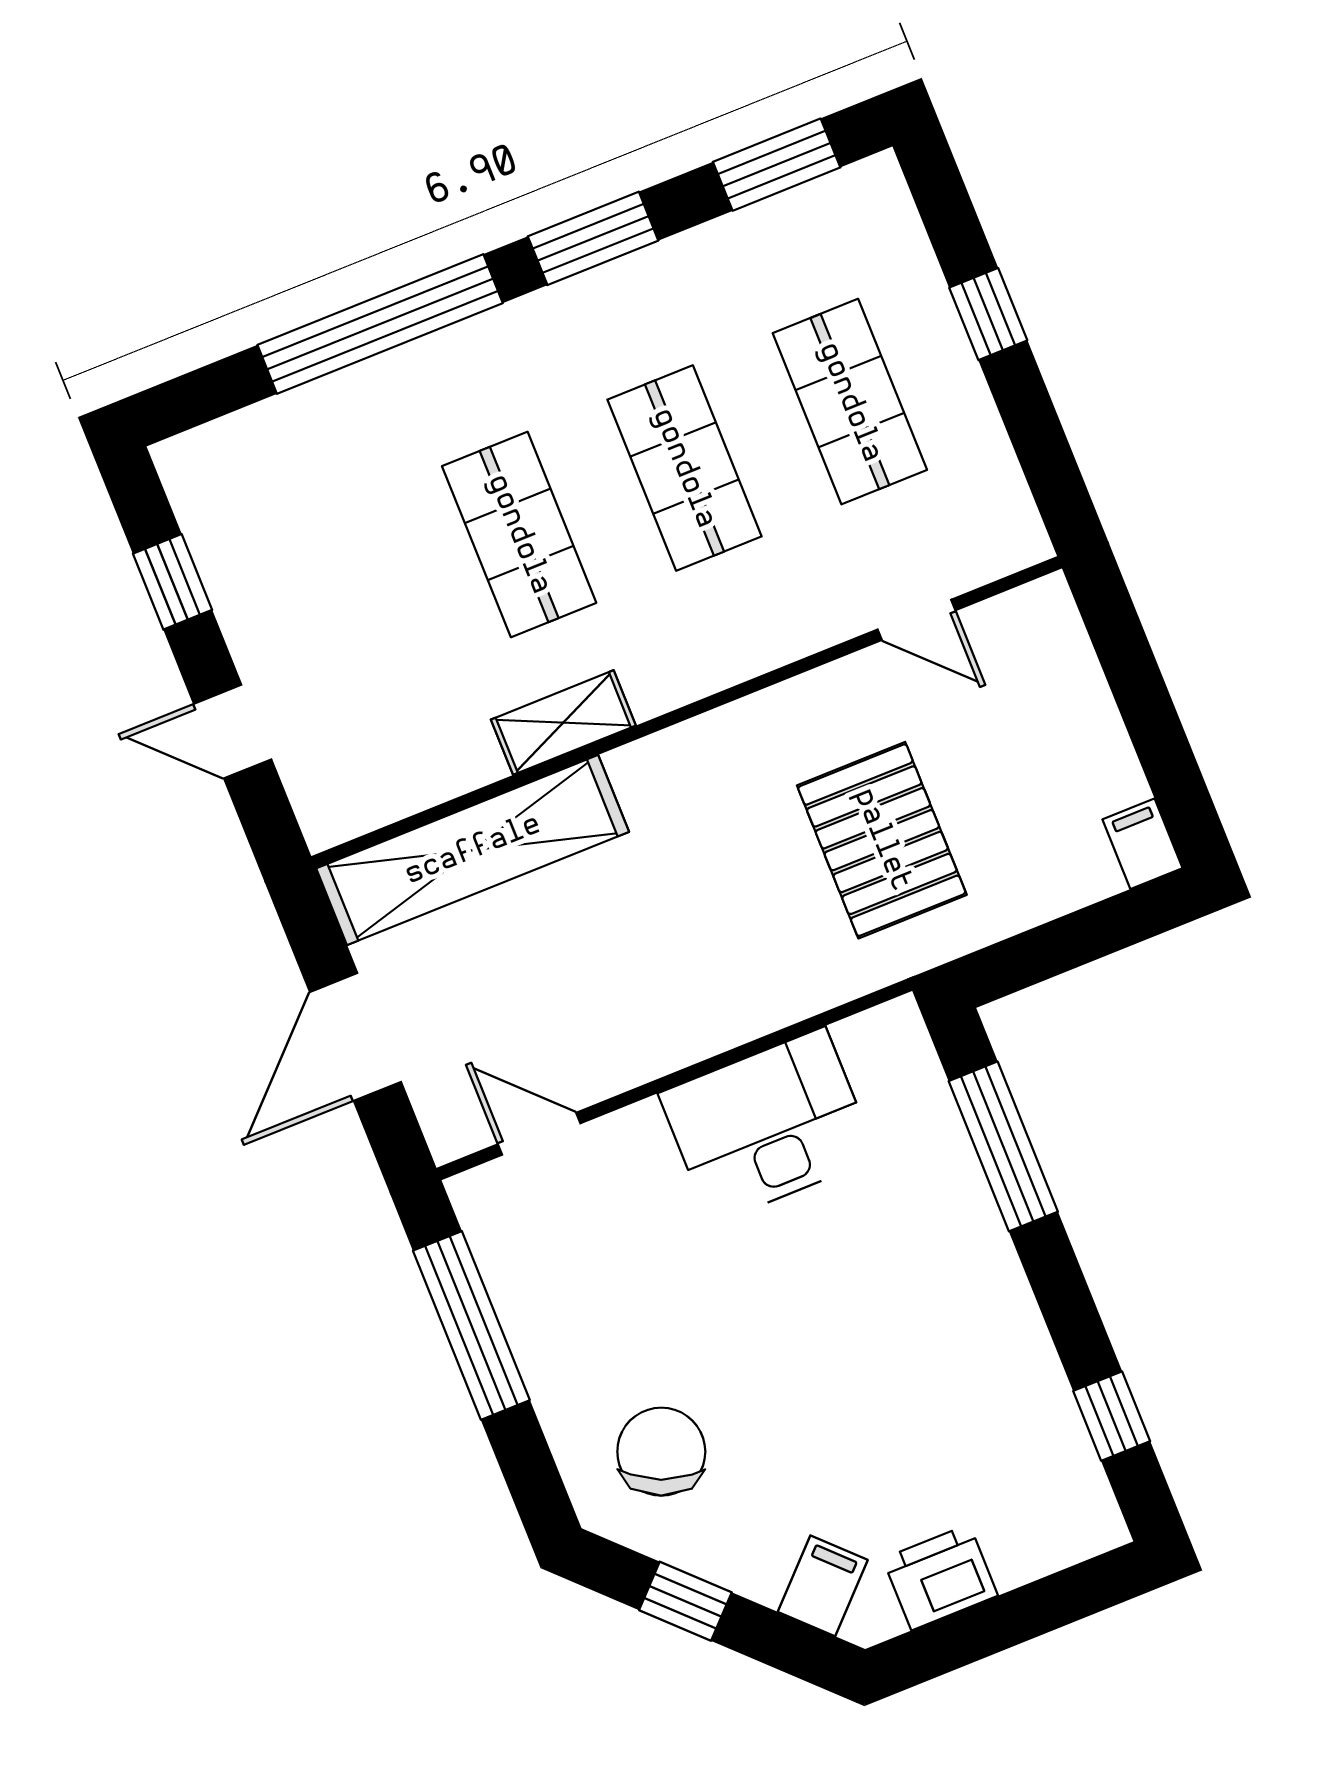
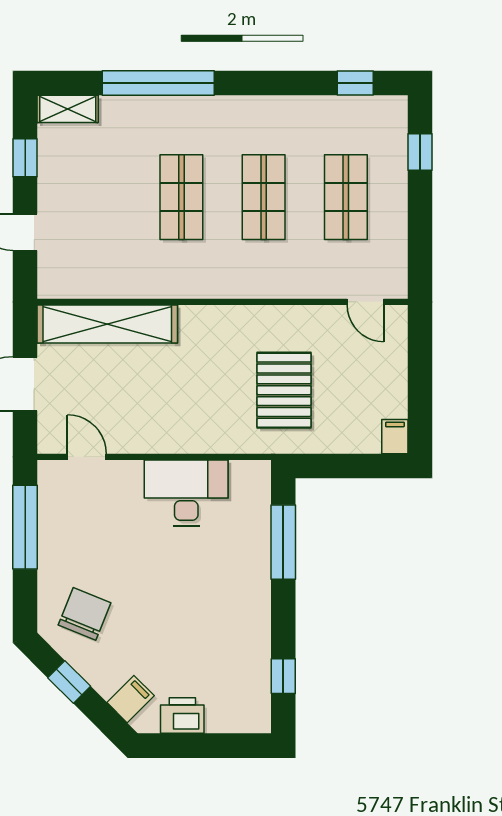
window: (777, 165) -> (355, 83), width x0.67
window: (593, 238) -> (264, 83), removed
window: (988, 314) -> (420, 152), moved
door: (917, 620) -> (365, 302), moved
shelving: (563, 723) -> (68, 109), moved

